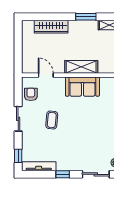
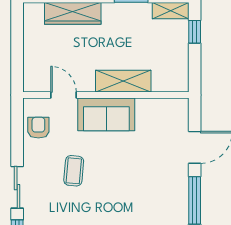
sofa: (82, 87) -> (106, 114), moved
sliding door: (18, 119) -> (17, 187), moved

